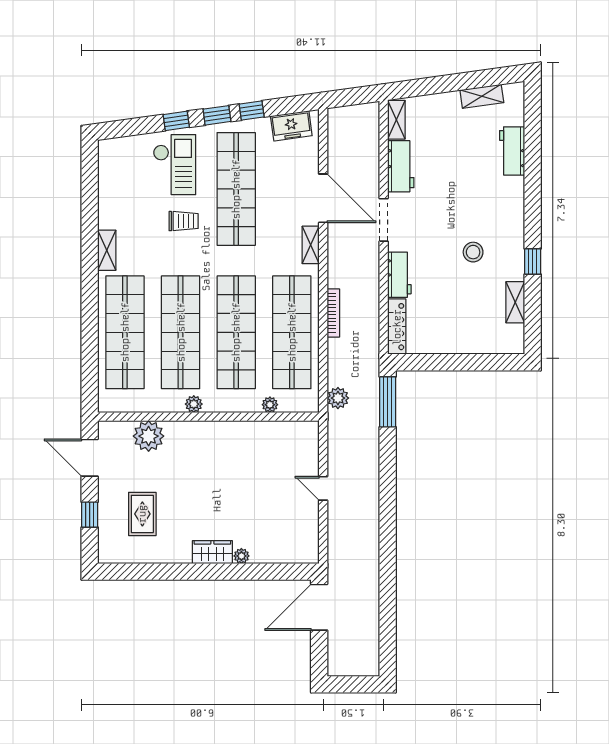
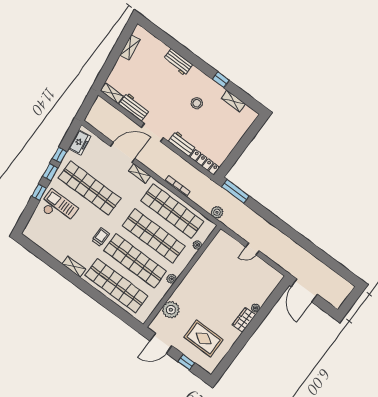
workbench: (512, 151) -> (178, 62), moved
trolley: (184, 221) -> (101, 237), moved
rug: (142, 514) -> (204, 338), width x1.36, depth x1.43

